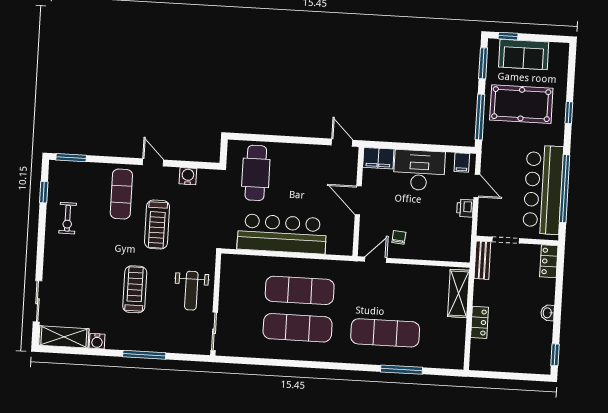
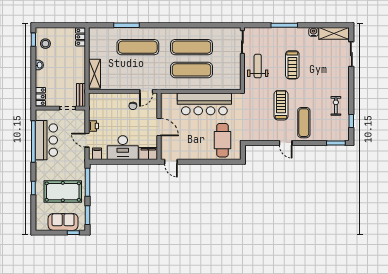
water cooler: (188, 176) -> (264, 136), removed
bar counter: (543, 190) -> (46, 140), width x0.73
locker: (479, 322) -> (81, 37), moved
stool: (536, 347) -> (45, 44), added

